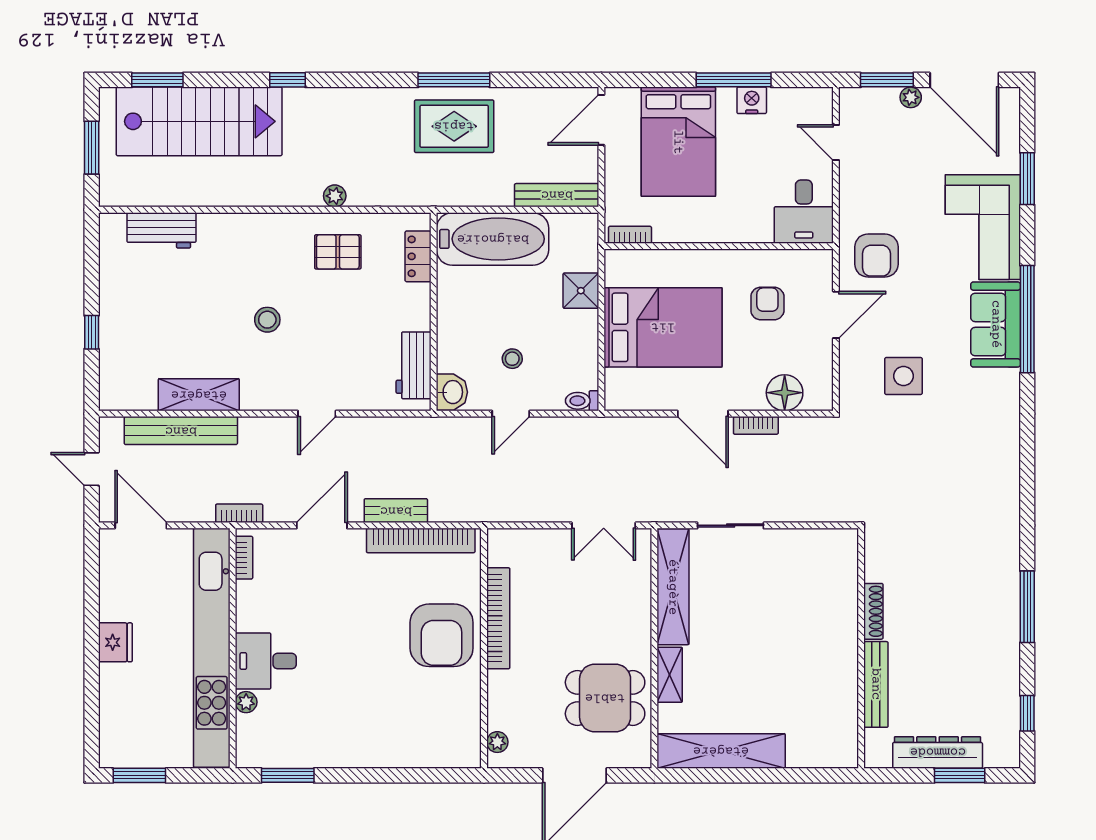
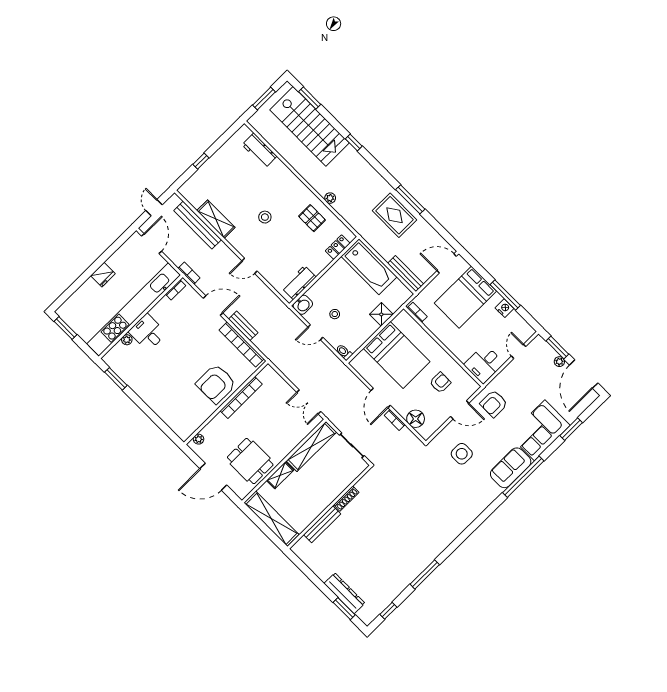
shoe rack: (873, 611) -> (346, 499), moved
wall: (861, 648) -> (329, 507), moved
bench: (876, 684) -> (322, 524), moved

